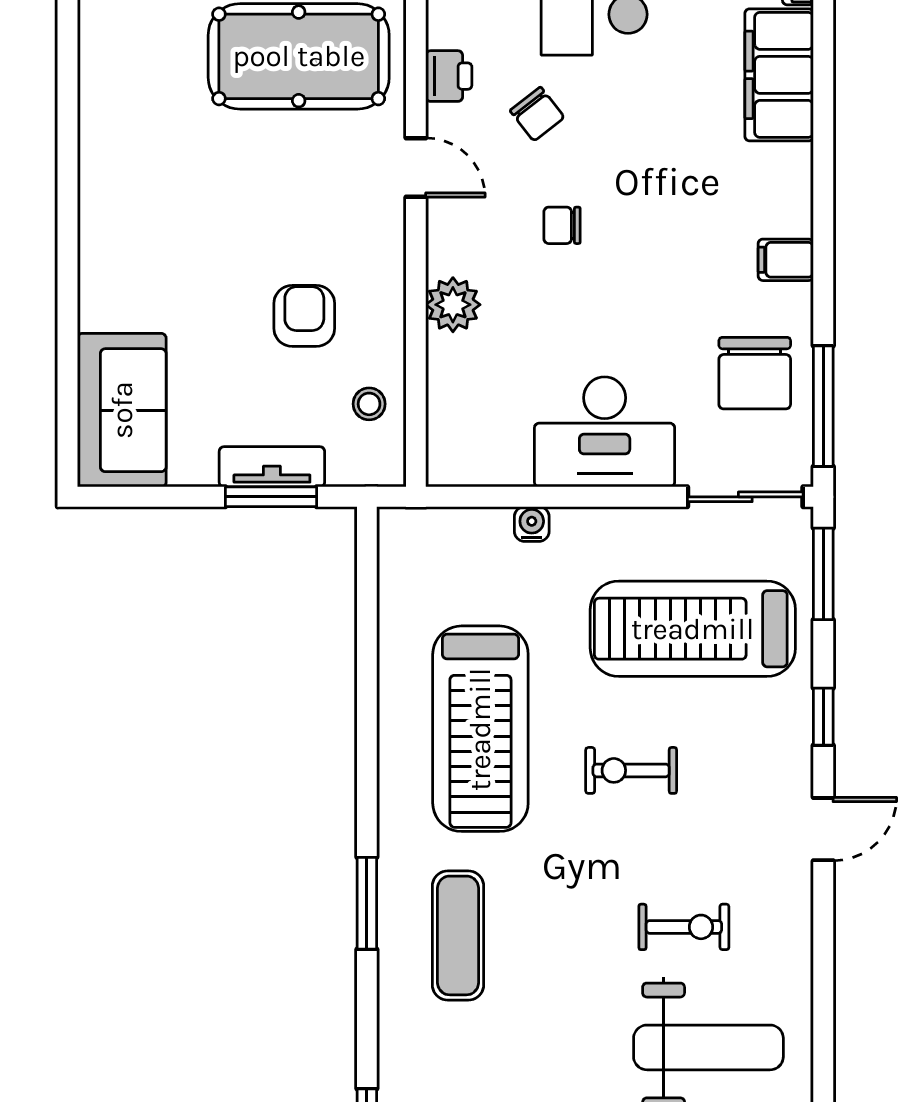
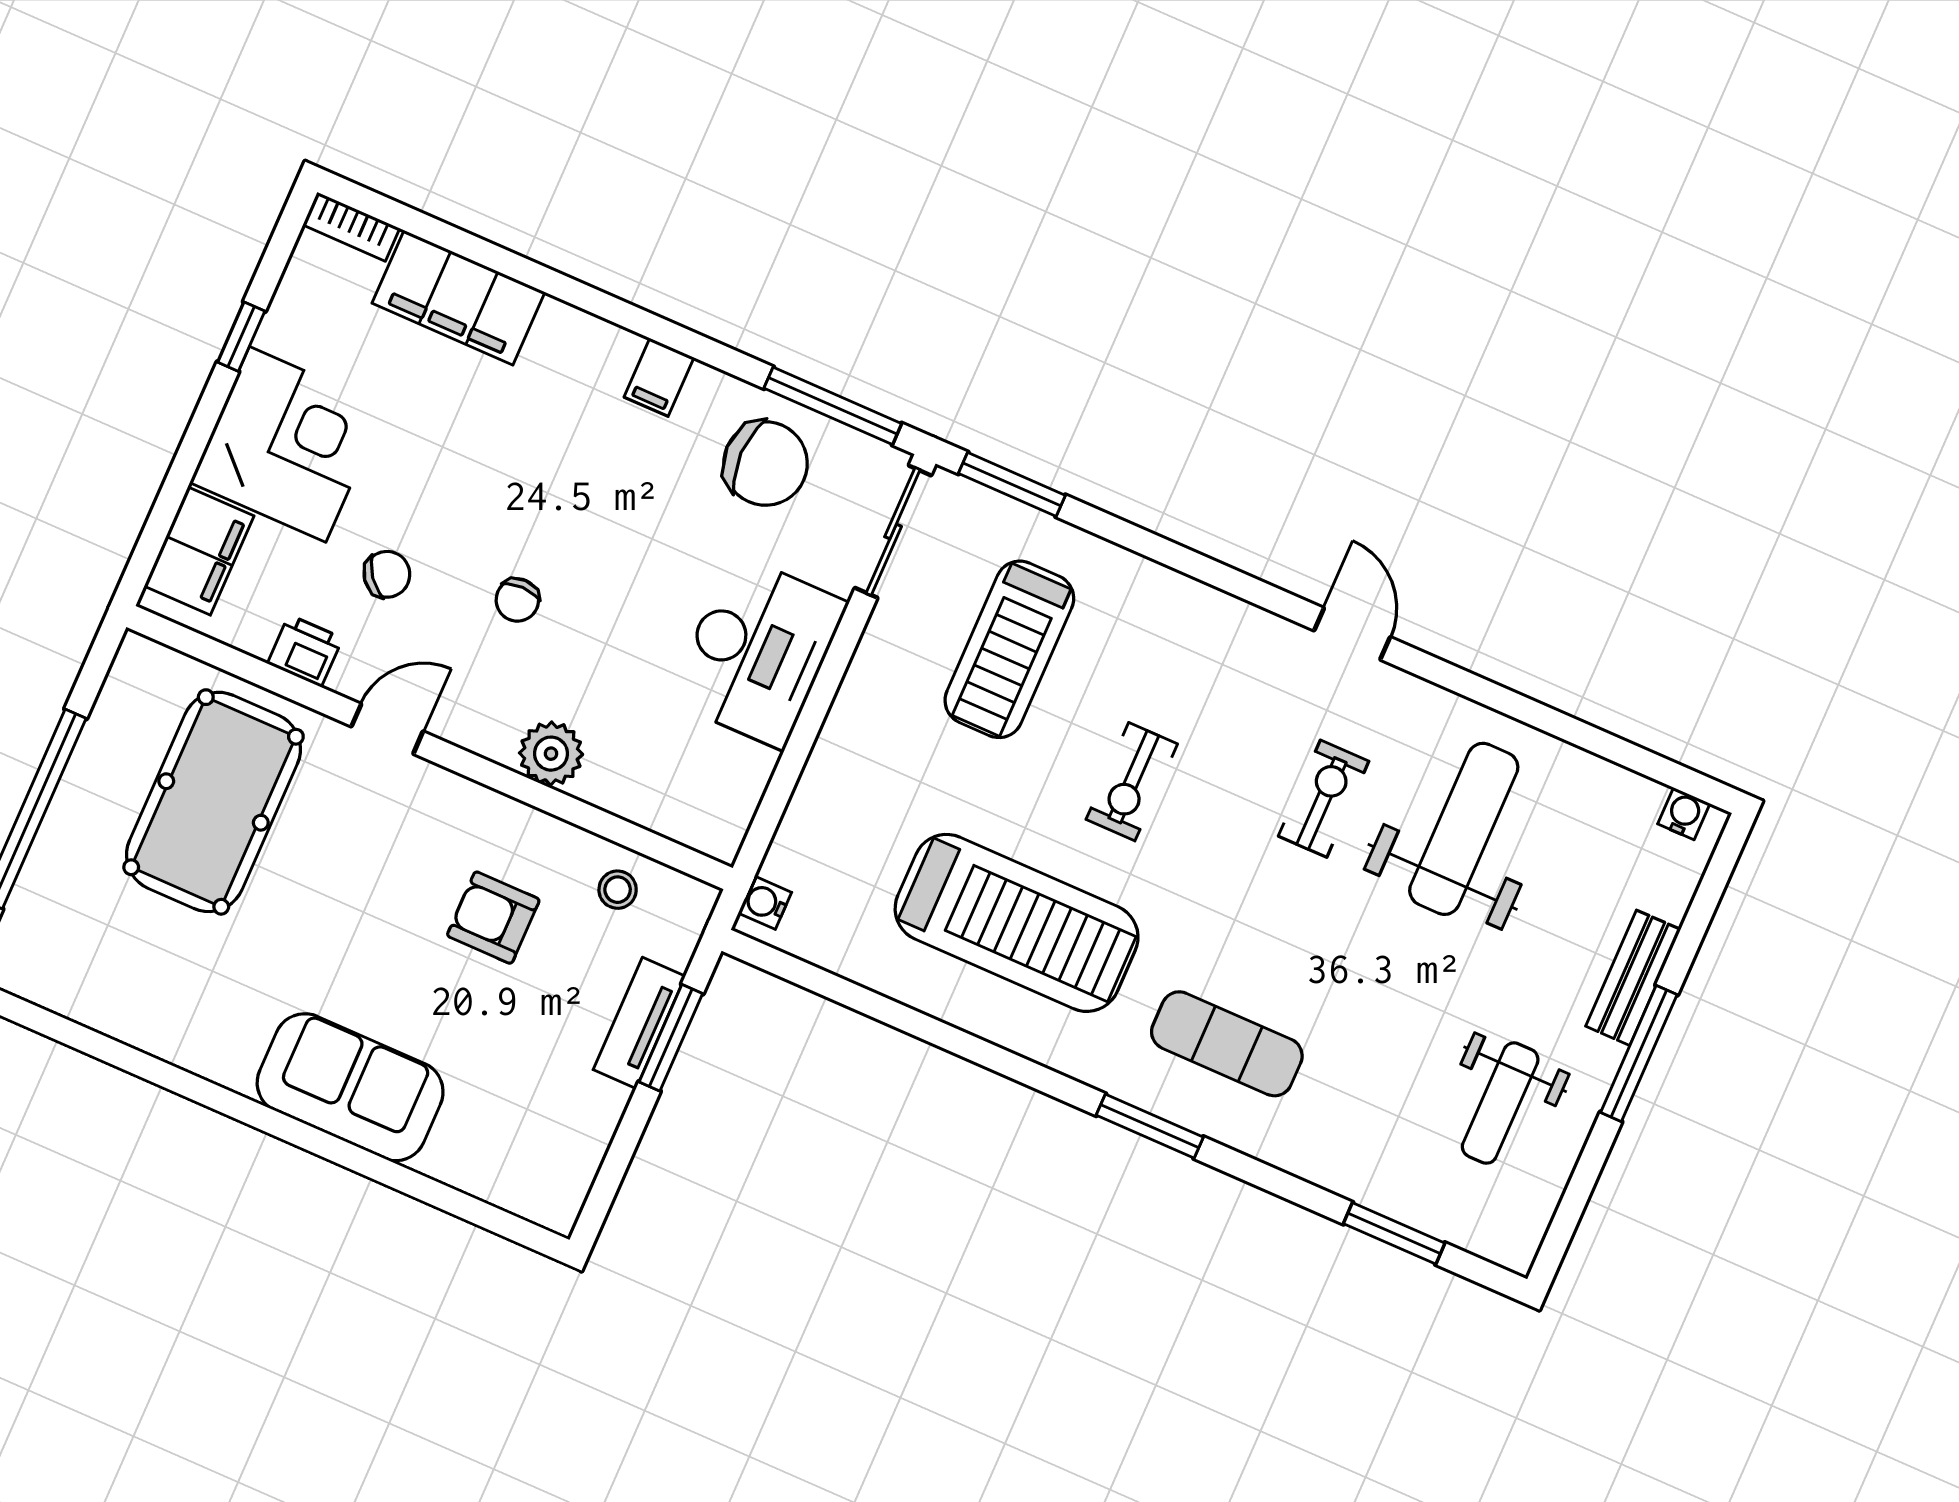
sofa: (122, 410) -> (350, 1087), moved
water cooler: (532, 524) -> (765, 903), moved
treadmill: (693, 629) -> (1009, 649), width x0.73, depth x0.73
window: (823, 717) -> (1164, 551), removed
door: (823, 829) -> (1352, 634), moved

